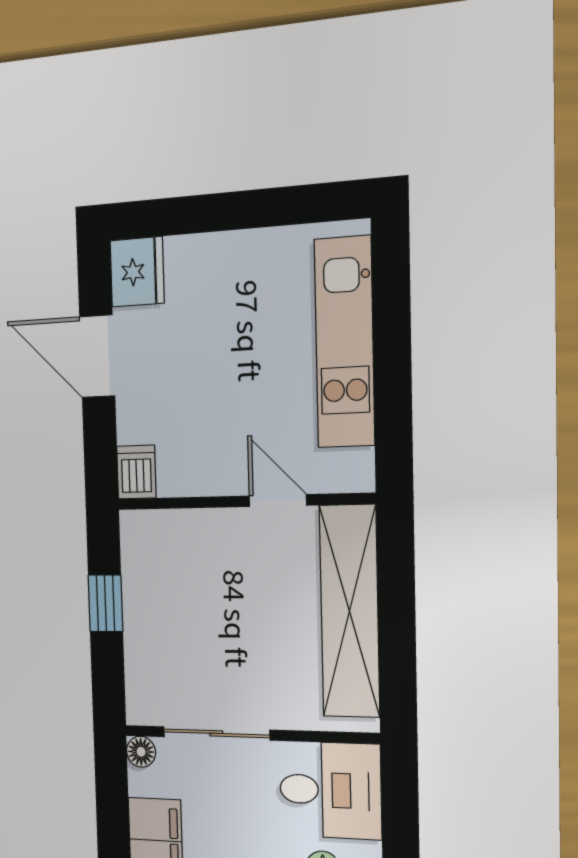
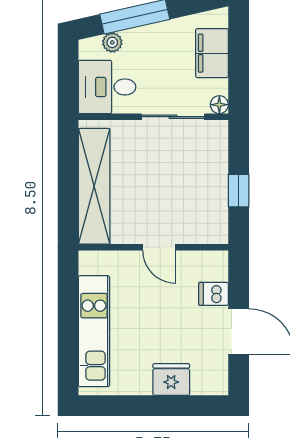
fridge: (137, 272) -> (171, 380), moved, turned 90
dishwasher: (136, 472) -> (213, 294), moved, turned 90
door: (278, 501) -> (159, 247), moved

